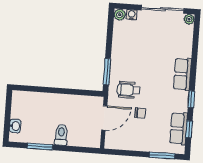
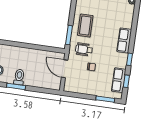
coffee table: (128, 57) -> (85, 26), added
door: (104, 118) -> (65, 69), swing flipped
toilet: (61, 135) -> (19, 77), moved

